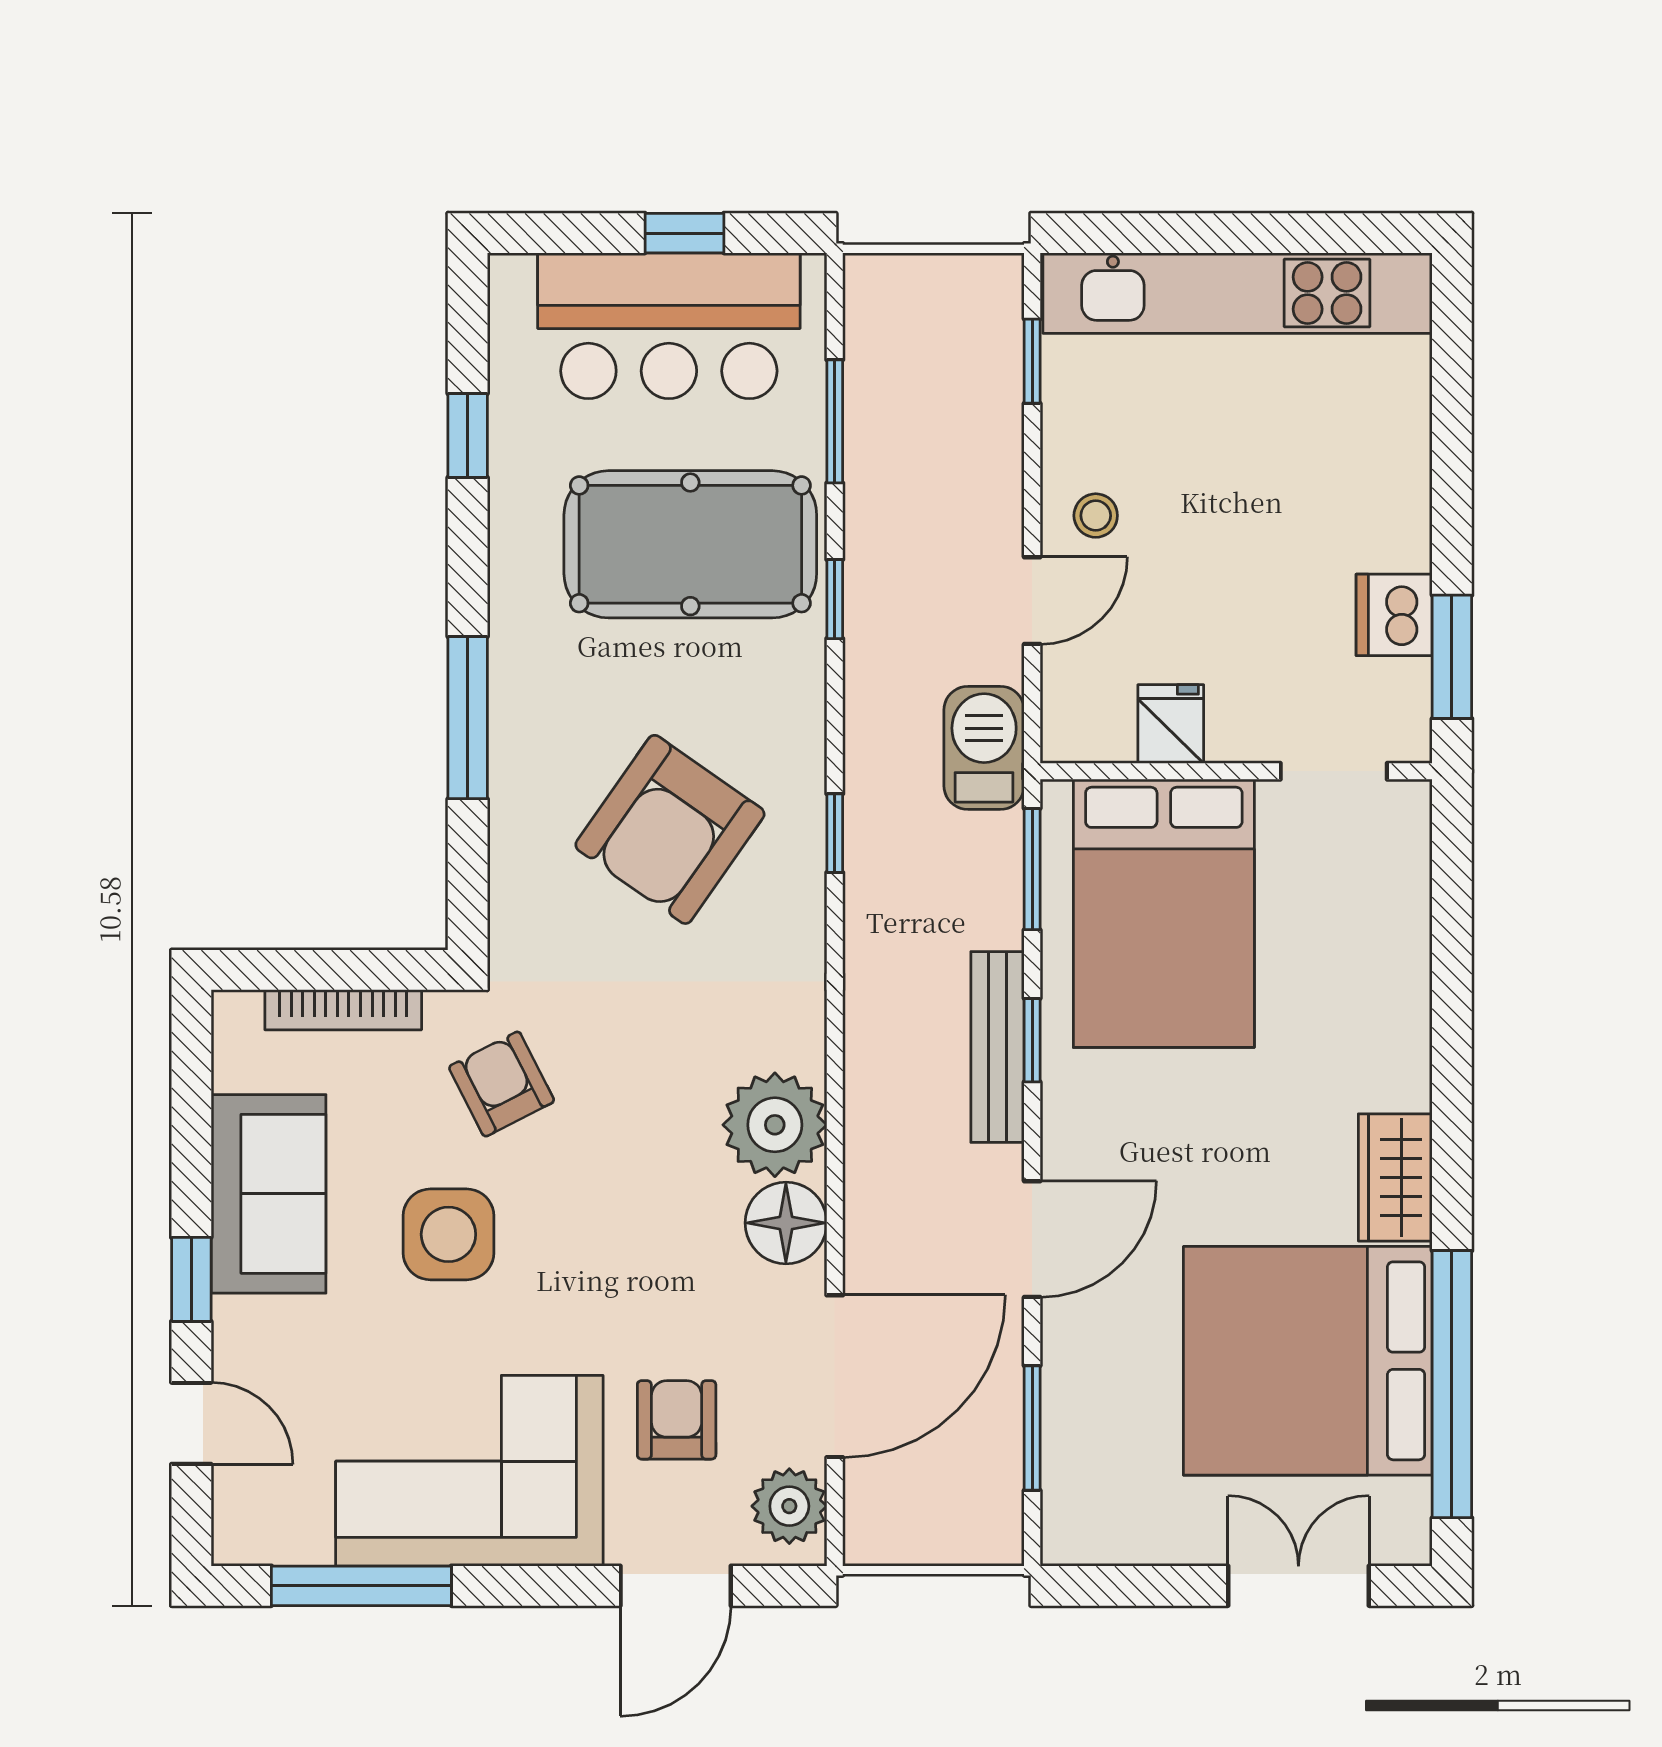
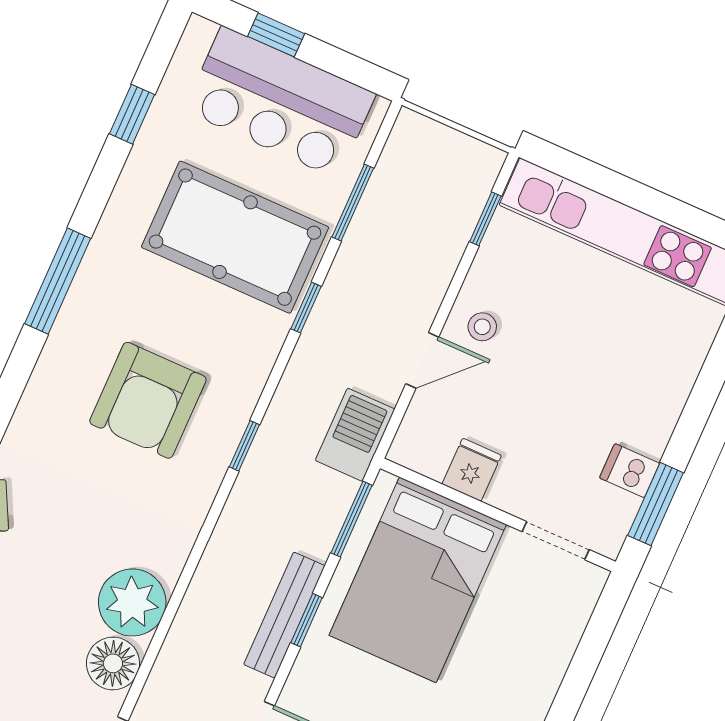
window: (684, 233) -> (276, 35), moved
dishwasher: (1394, 615) -> (630, 471), width x0.73
armchair: (670, 829) -> (148, 400), turned -35

